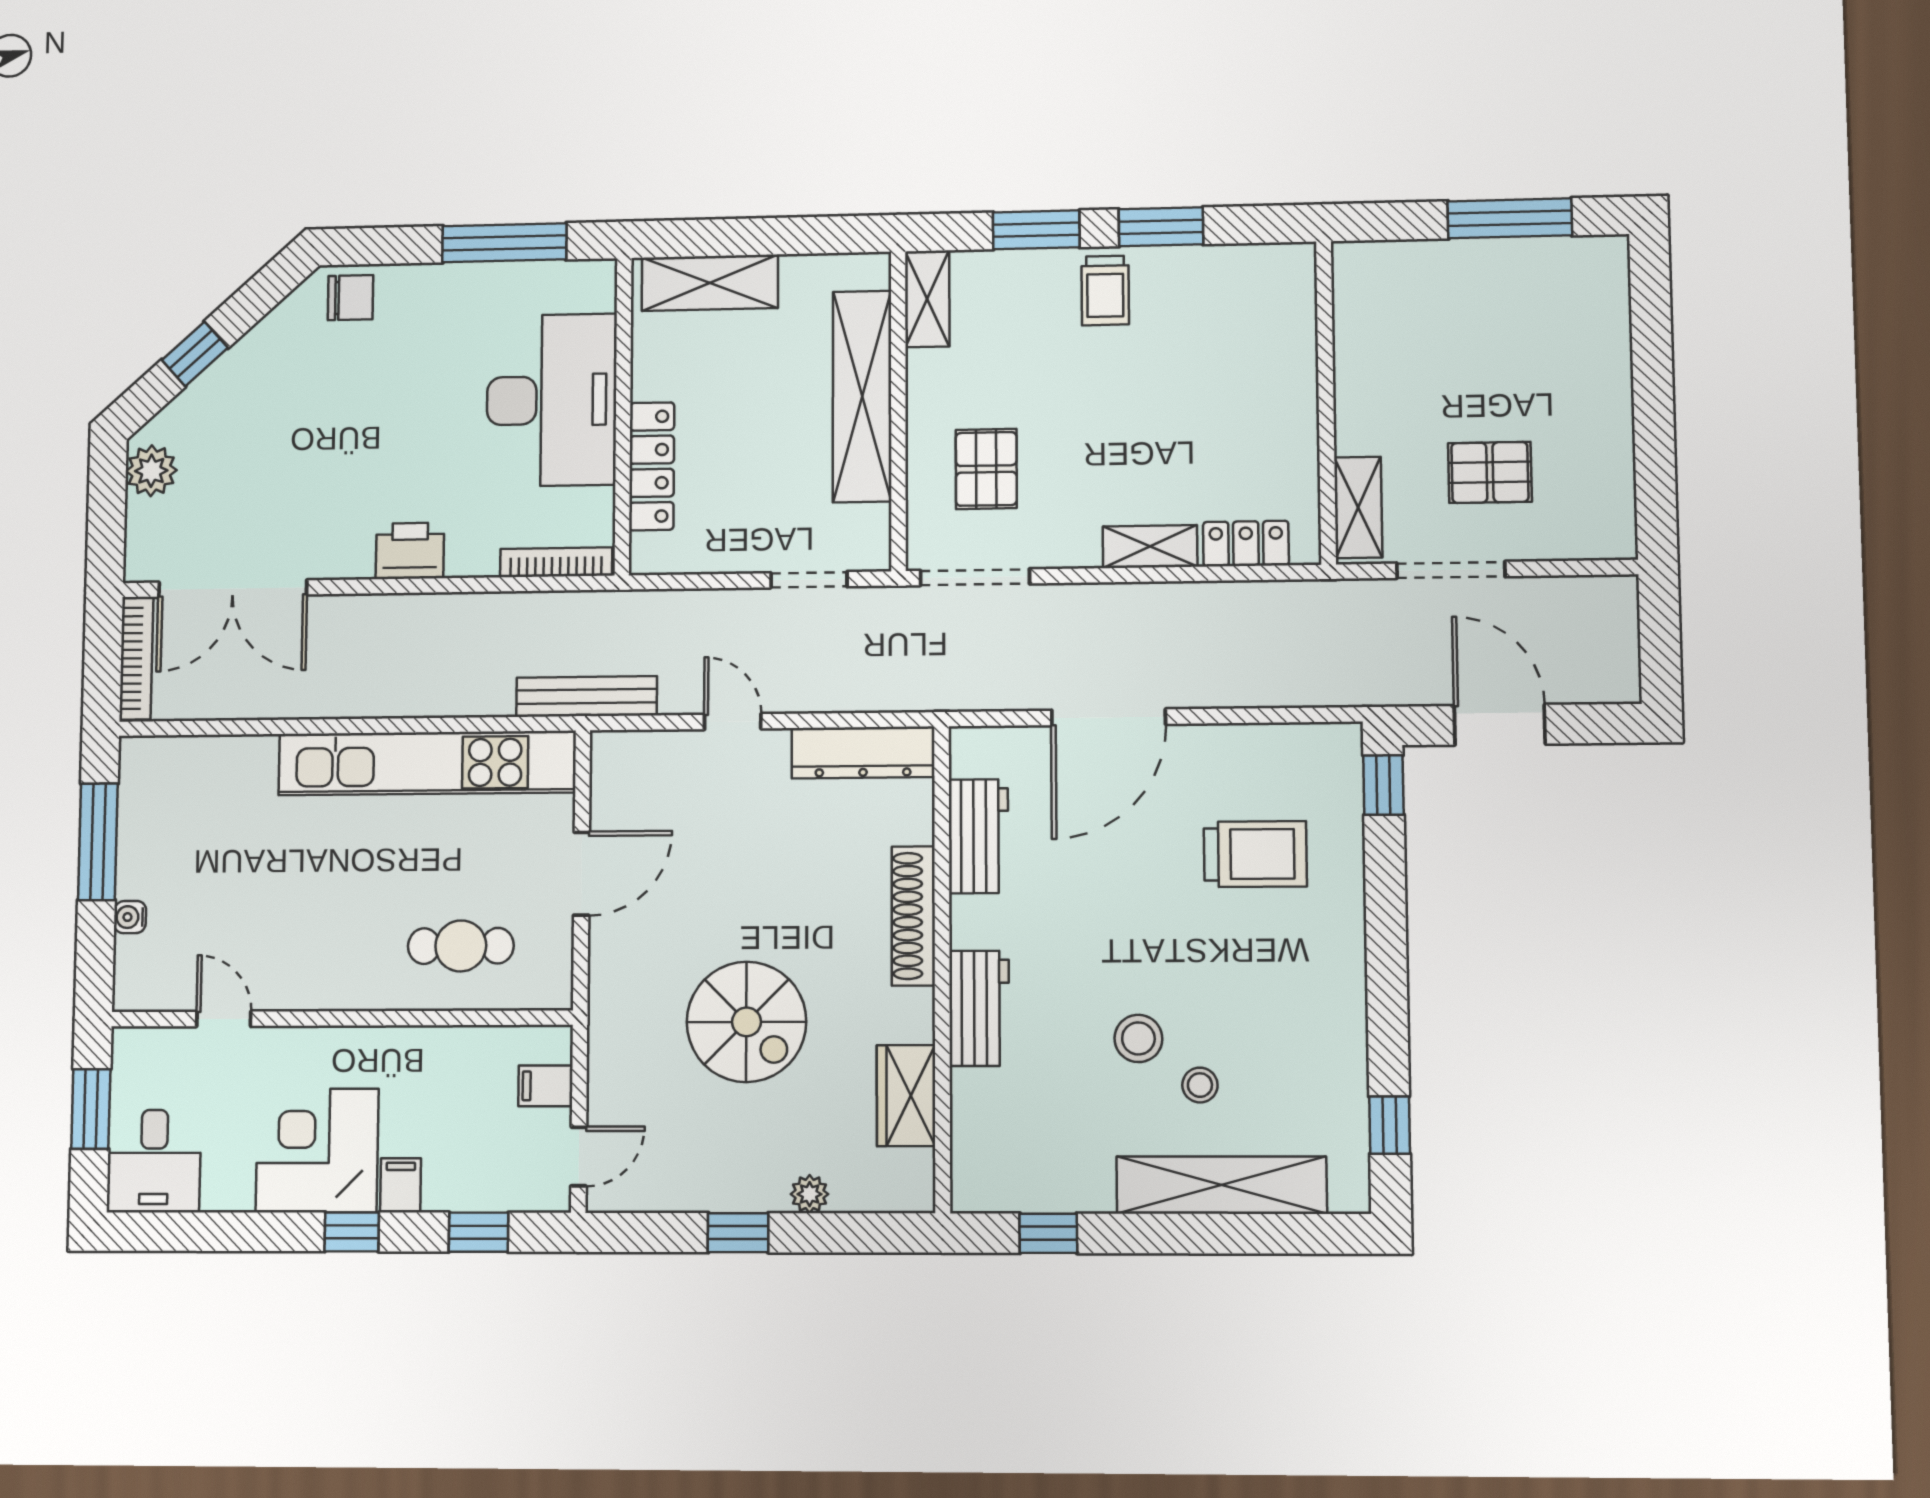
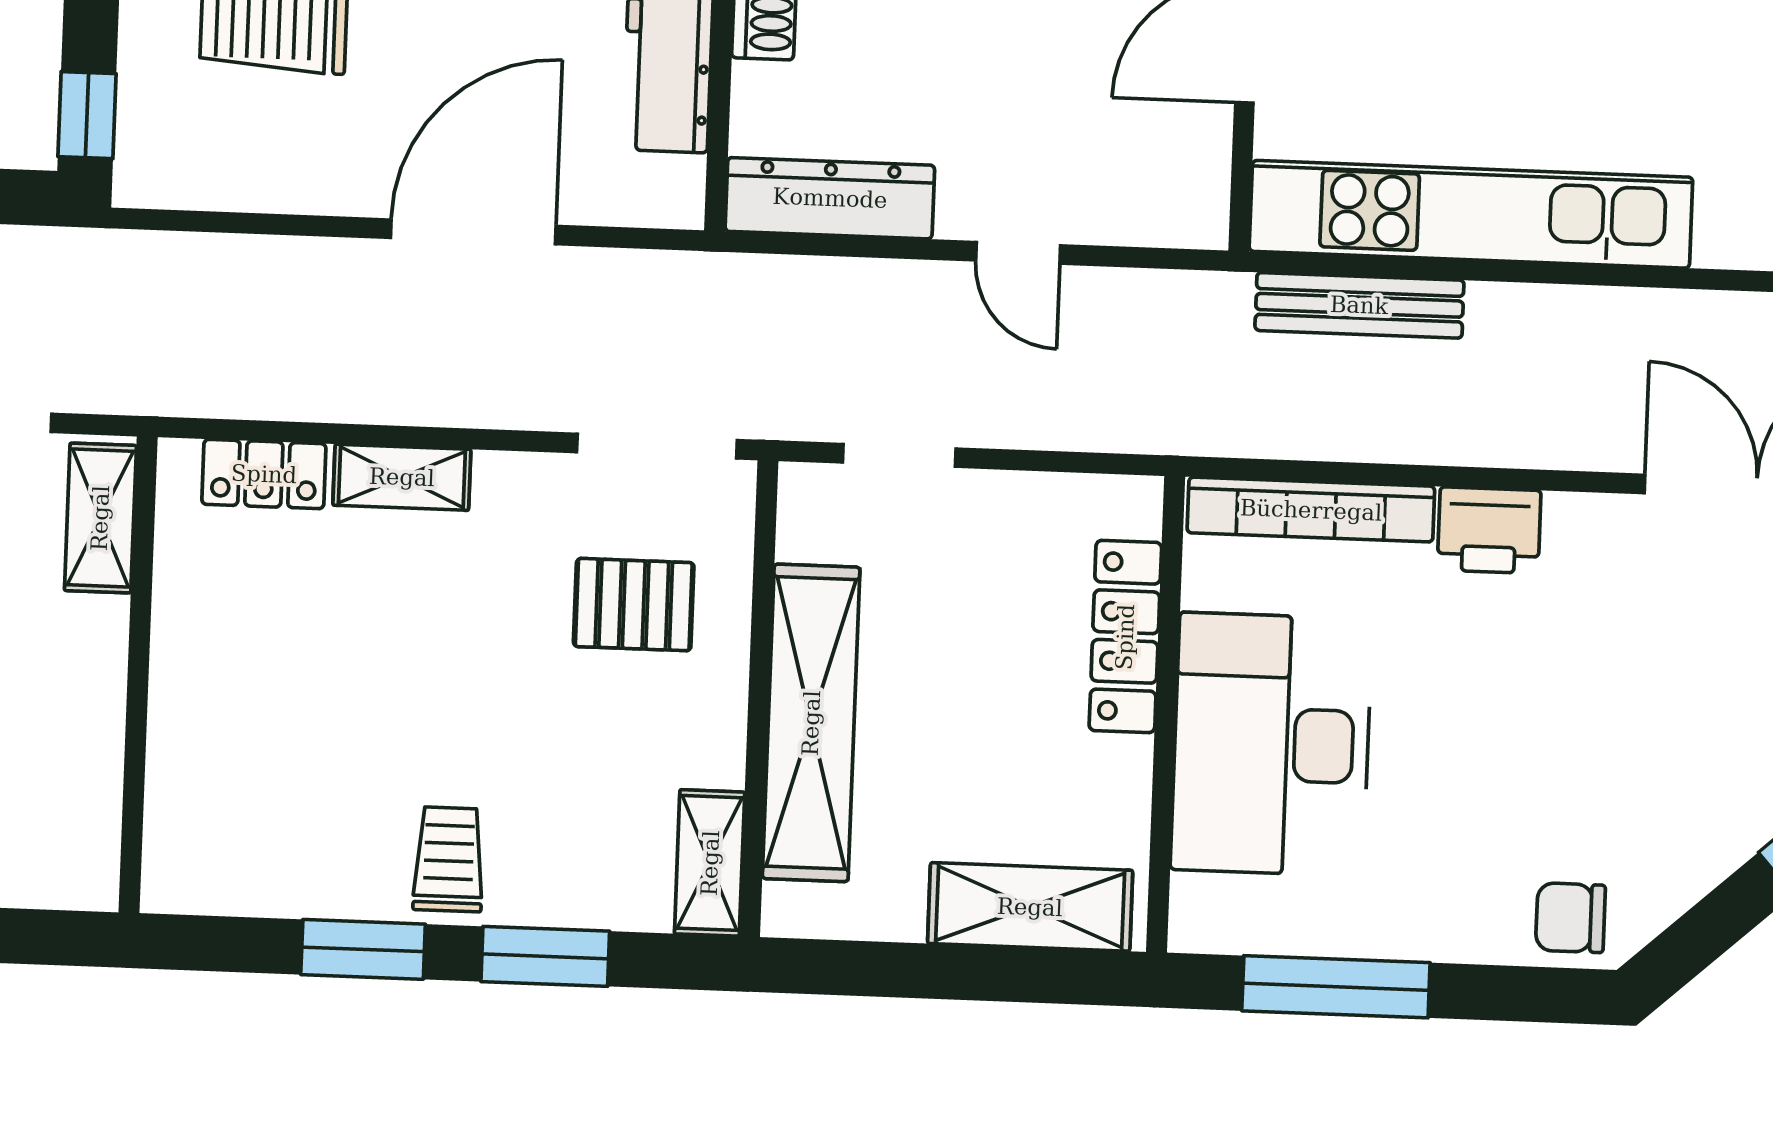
pallet: (986, 469) -> (634, 605), turned 90
bookcase: (556, 562) -> (1311, 510), width x1.48, depth x1.31
bench: (587, 697) -> (1359, 305), moved

